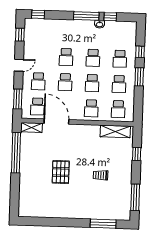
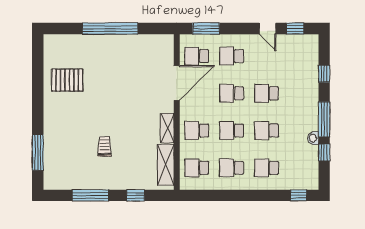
window: (38, 14) -> (324, 74), moved
window: (140, 52) -> (299, 195), moved
door: (19, 65) -> (268, 29), moved
window: (139, 77) -> (242, 195), removed
shelving: (32, 128) -> (167, 128), moved
window: (16, 153) -> (110, 29), moved
pallet: (61, 172) -> (67, 80), moved
window: (135, 197) -> (90, 195), moved

